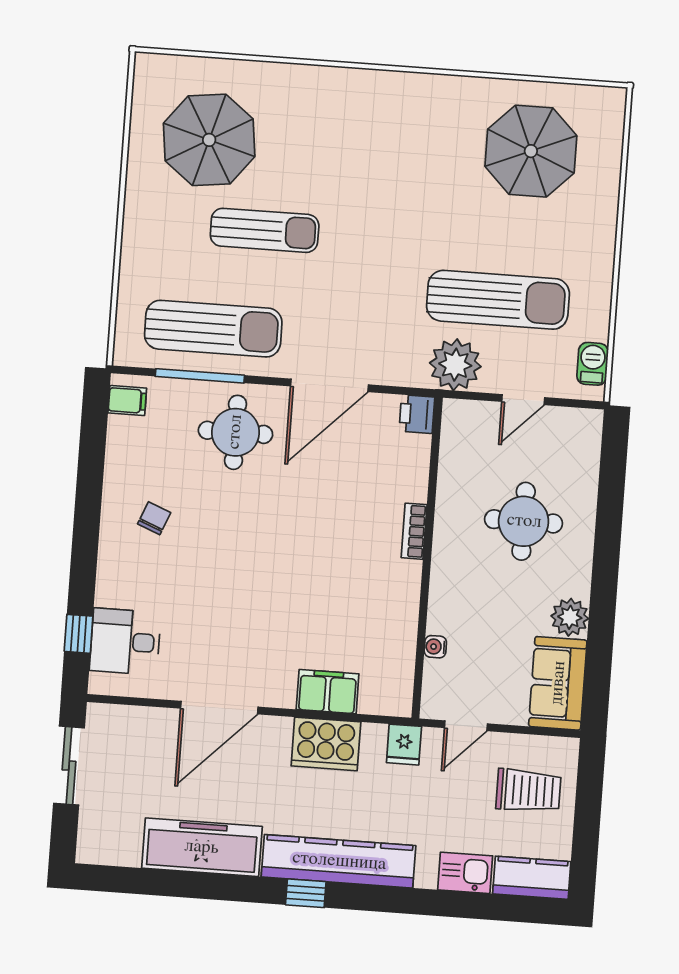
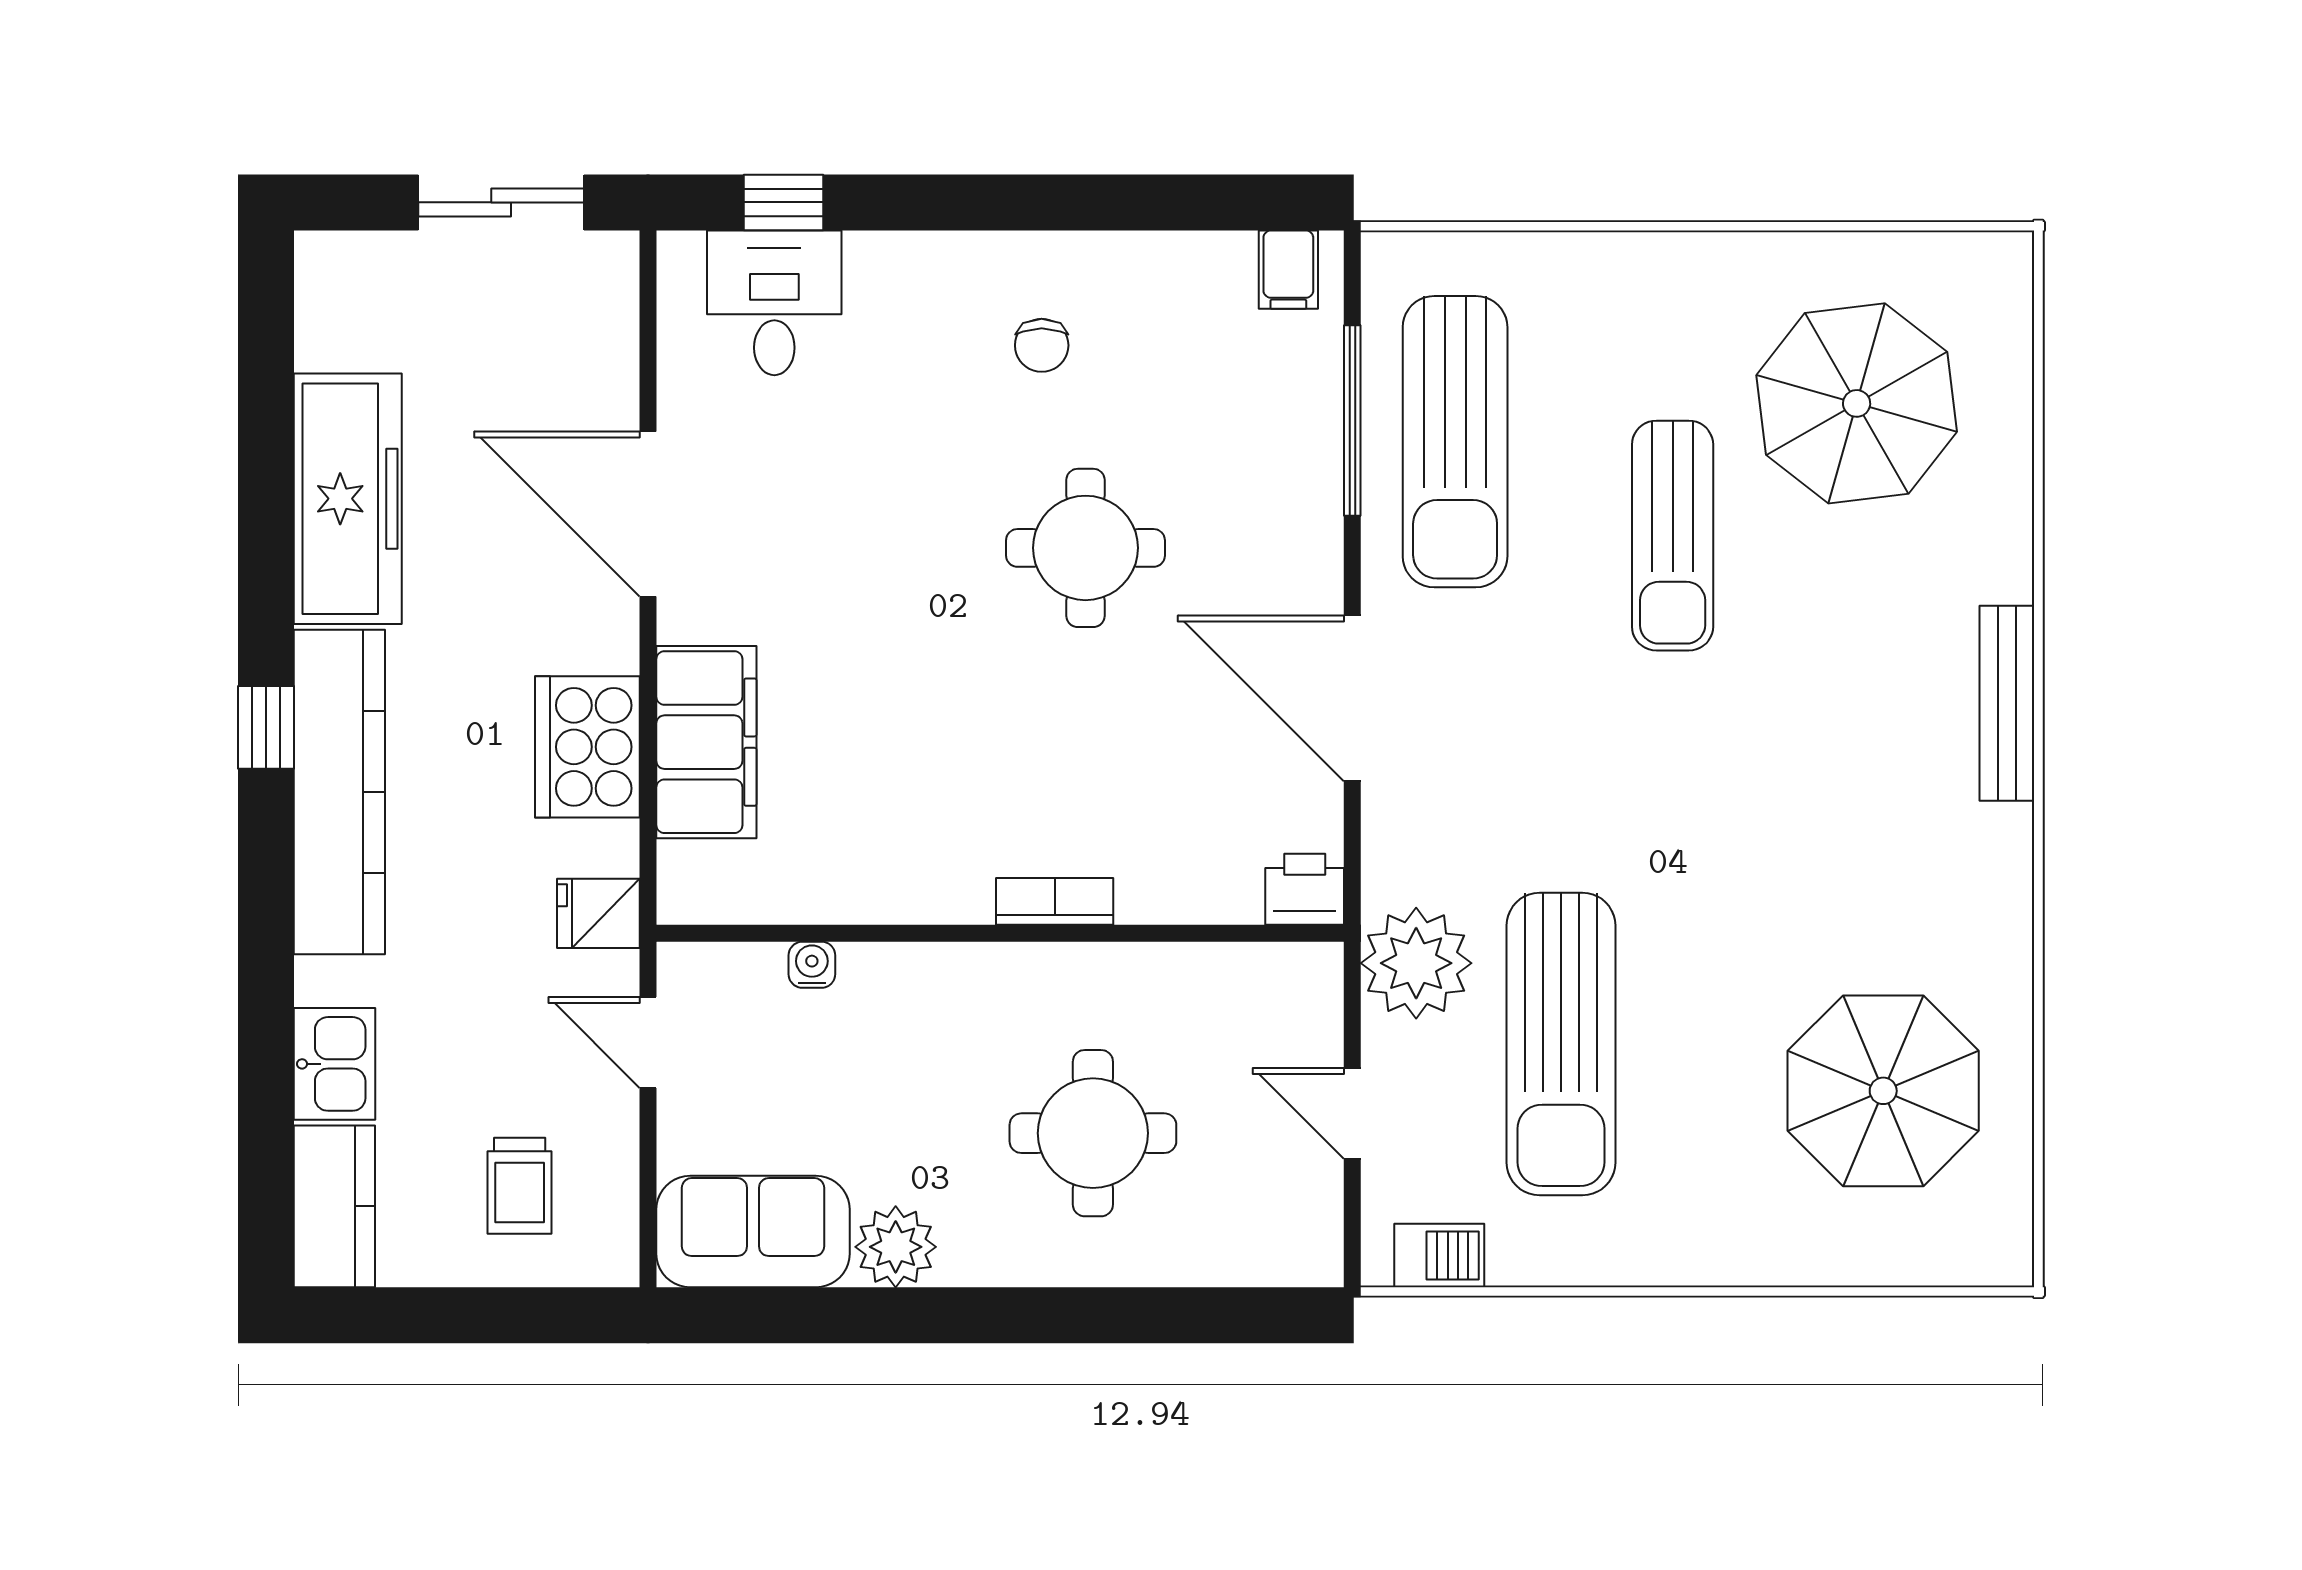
bench: (354, 80) -> (2007, 703), added
round table: (235, 432) -> (1085, 548), moved
chair: (154, 518) -> (1042, 345), turned 68
filing cabinet: (328, 692) -> (706, 742), width x1.50, depth x1.17
trolley: (528, 791) -> (520, 1186), width x0.73, depth x0.72

